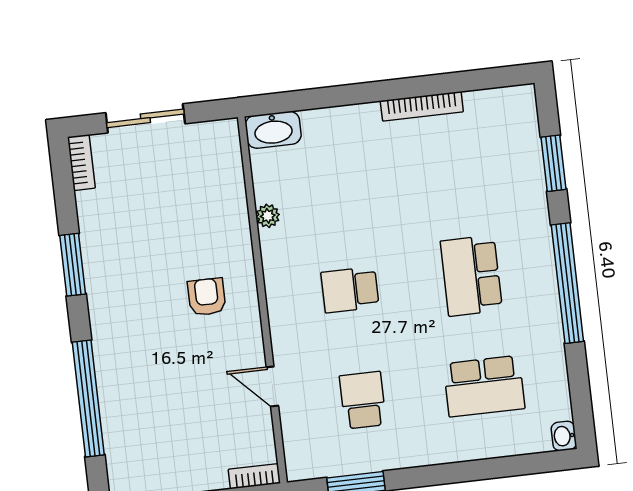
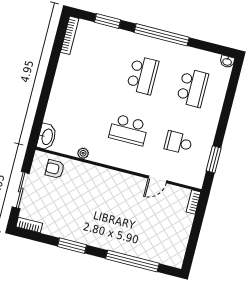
bookcase: (422, 106) -> (70, 35), moved
school desk: (471, 276) -> (143, 75), turned -90
school desk: (350, 290) -> (129, 130), width x1.85
armchair: (207, 297) -> (55, 169), moved

